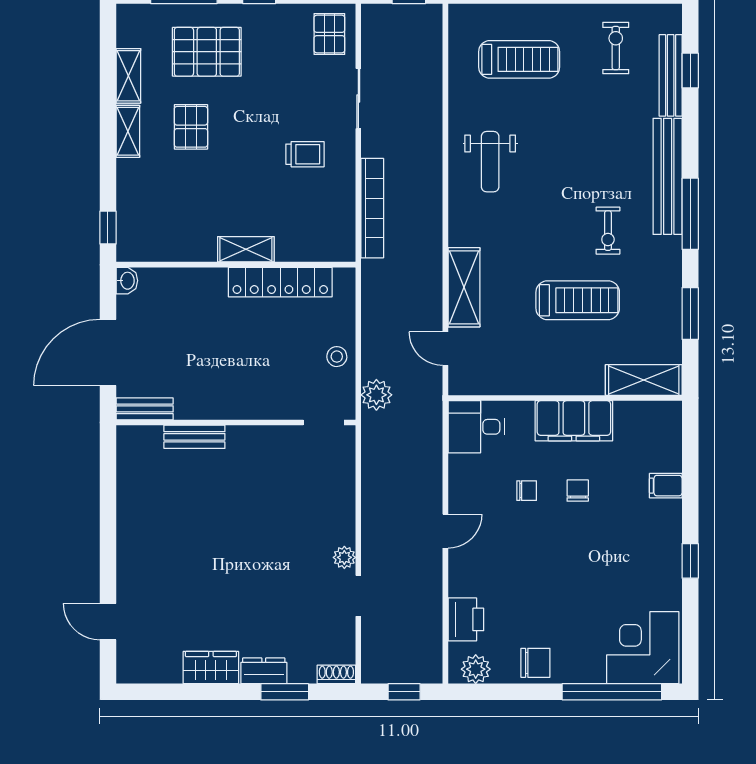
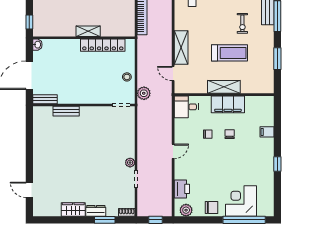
shelving: (644, 380) -> (224, 87), moved
corner desk: (643, 648) -> (241, 201), moved

